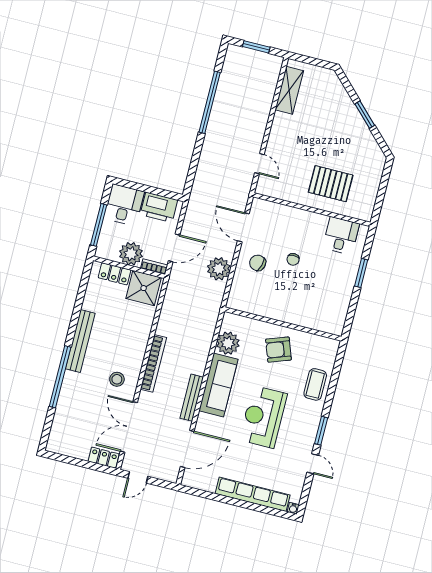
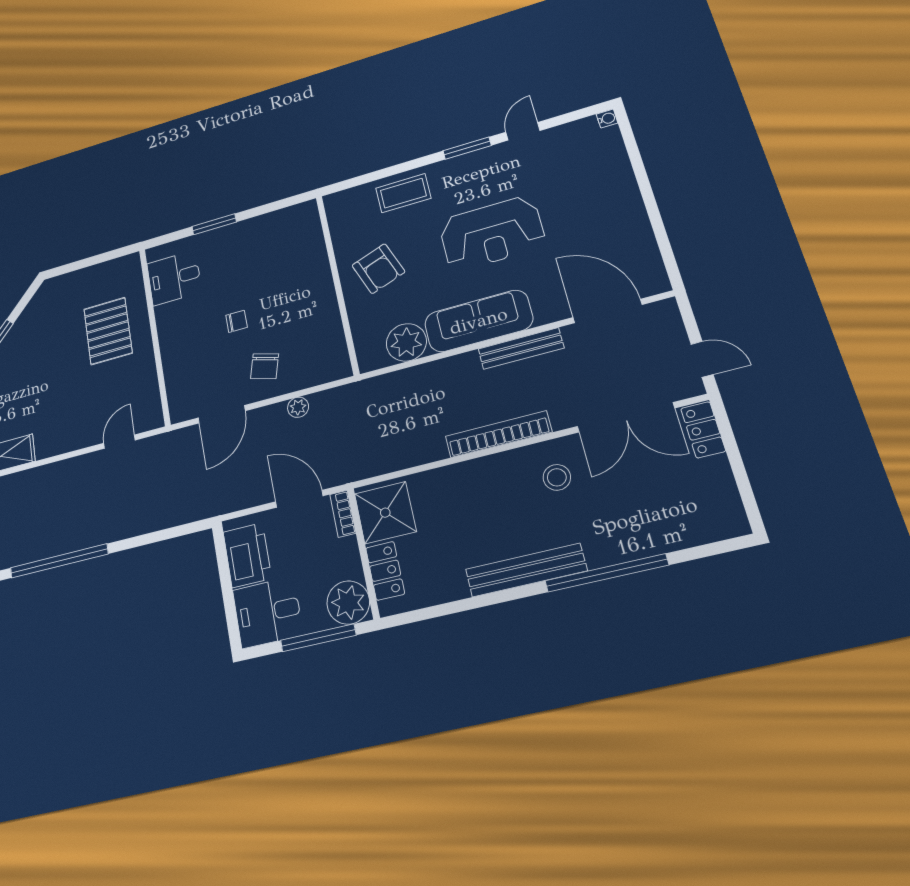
plant: (131, 254) -> (348, 602), moved
plant: (219, 269) -> (298, 407), width x0.53, depth x0.53
row of seats: (253, 494) -> (621, 182), removed

